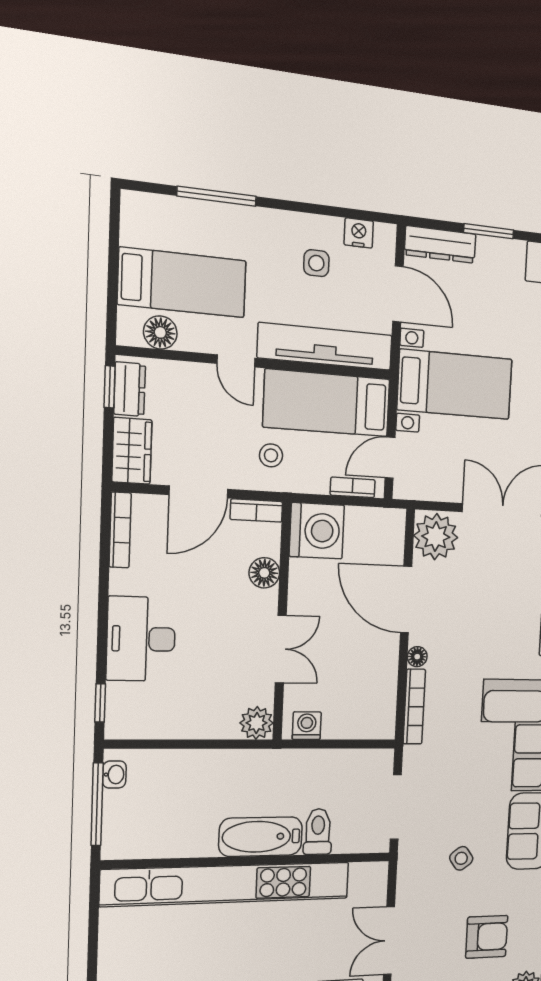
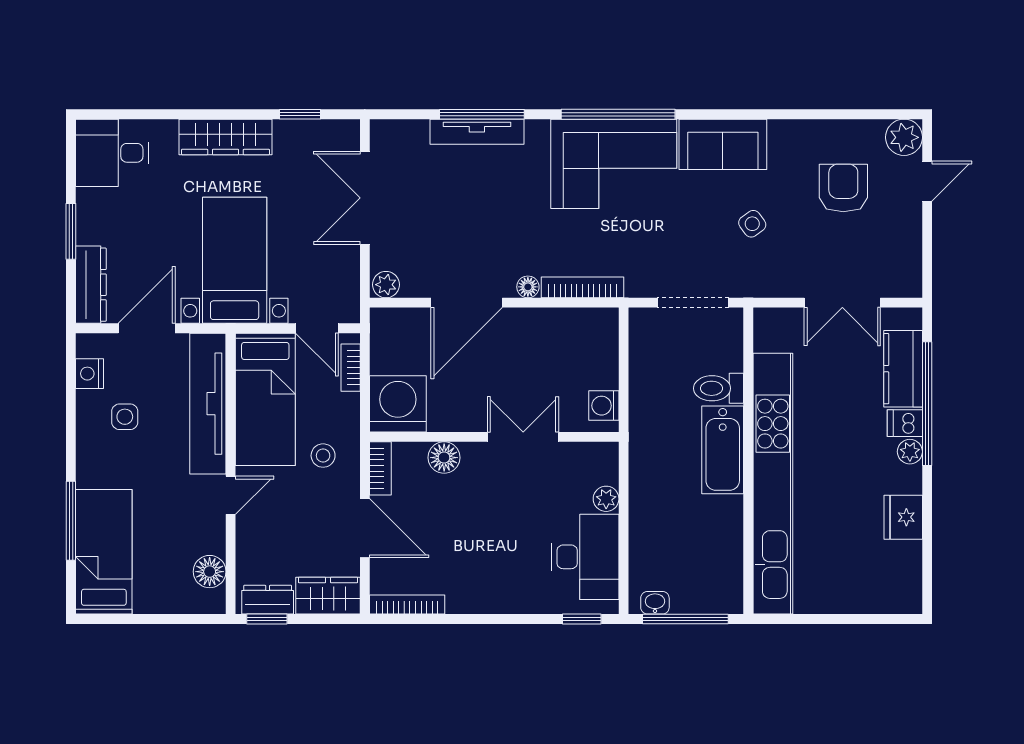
bed: (182, 283) -> (104, 552), moved
plant: (436, 537) -> (386, 285), width x0.53, depth x0.53
desk: (141, 639) -> (585, 557), moved, turned -90
plant: (257, 723) -> (606, 499), moved, width x0.73, depth x0.73

